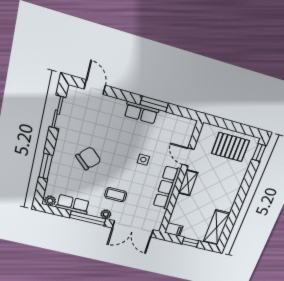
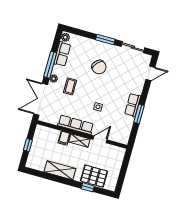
pallet: (230, 147) -> (94, 176), moved, turned 90
window: (259, 152) -> (88, 187), moved
window: (46, 166) -> (105, 39), moved
shelving: (216, 228) -> (60, 170), moved
filing cabinet: (174, 229) -> (64, 138), moved

